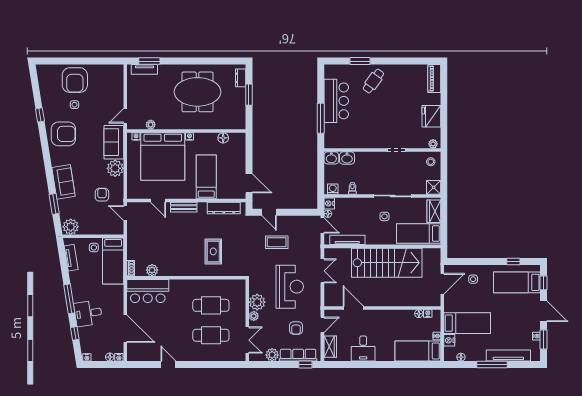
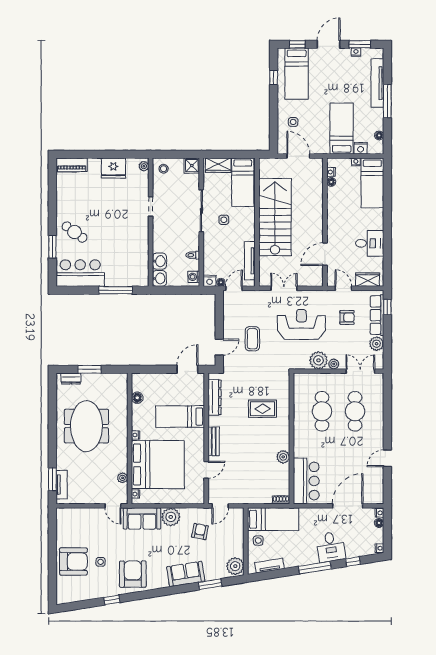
bar counter: (336, 101) -> (80, 273), moved
armchair: (102, 195) -> (200, 532), turned 101
plant: (152, 270) -> (283, 457), moved

